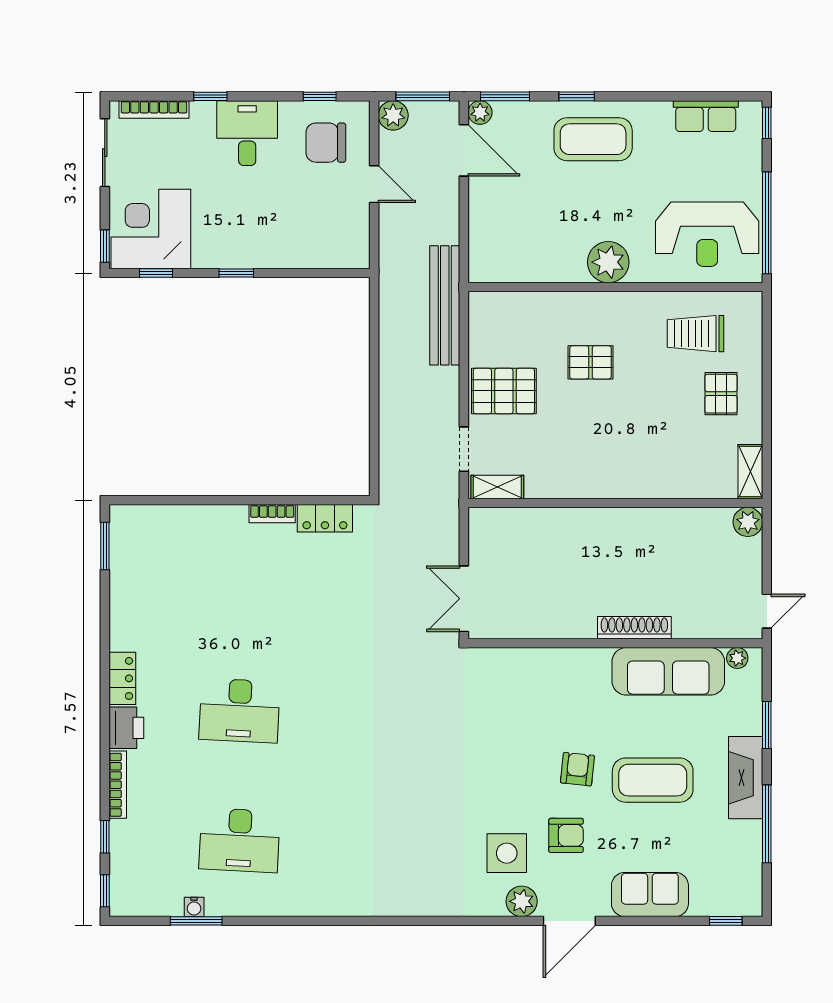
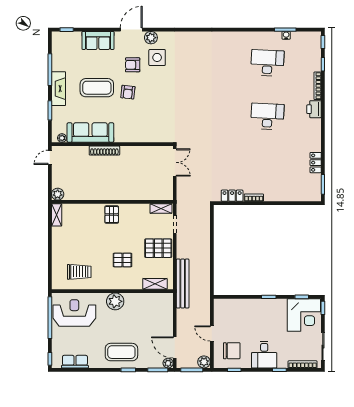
shelving: (512, 304) -> (155, 284), added
pallet: (721, 394) -> (112, 215), moved
locker: (122, 678) -> (316, 163), moved

